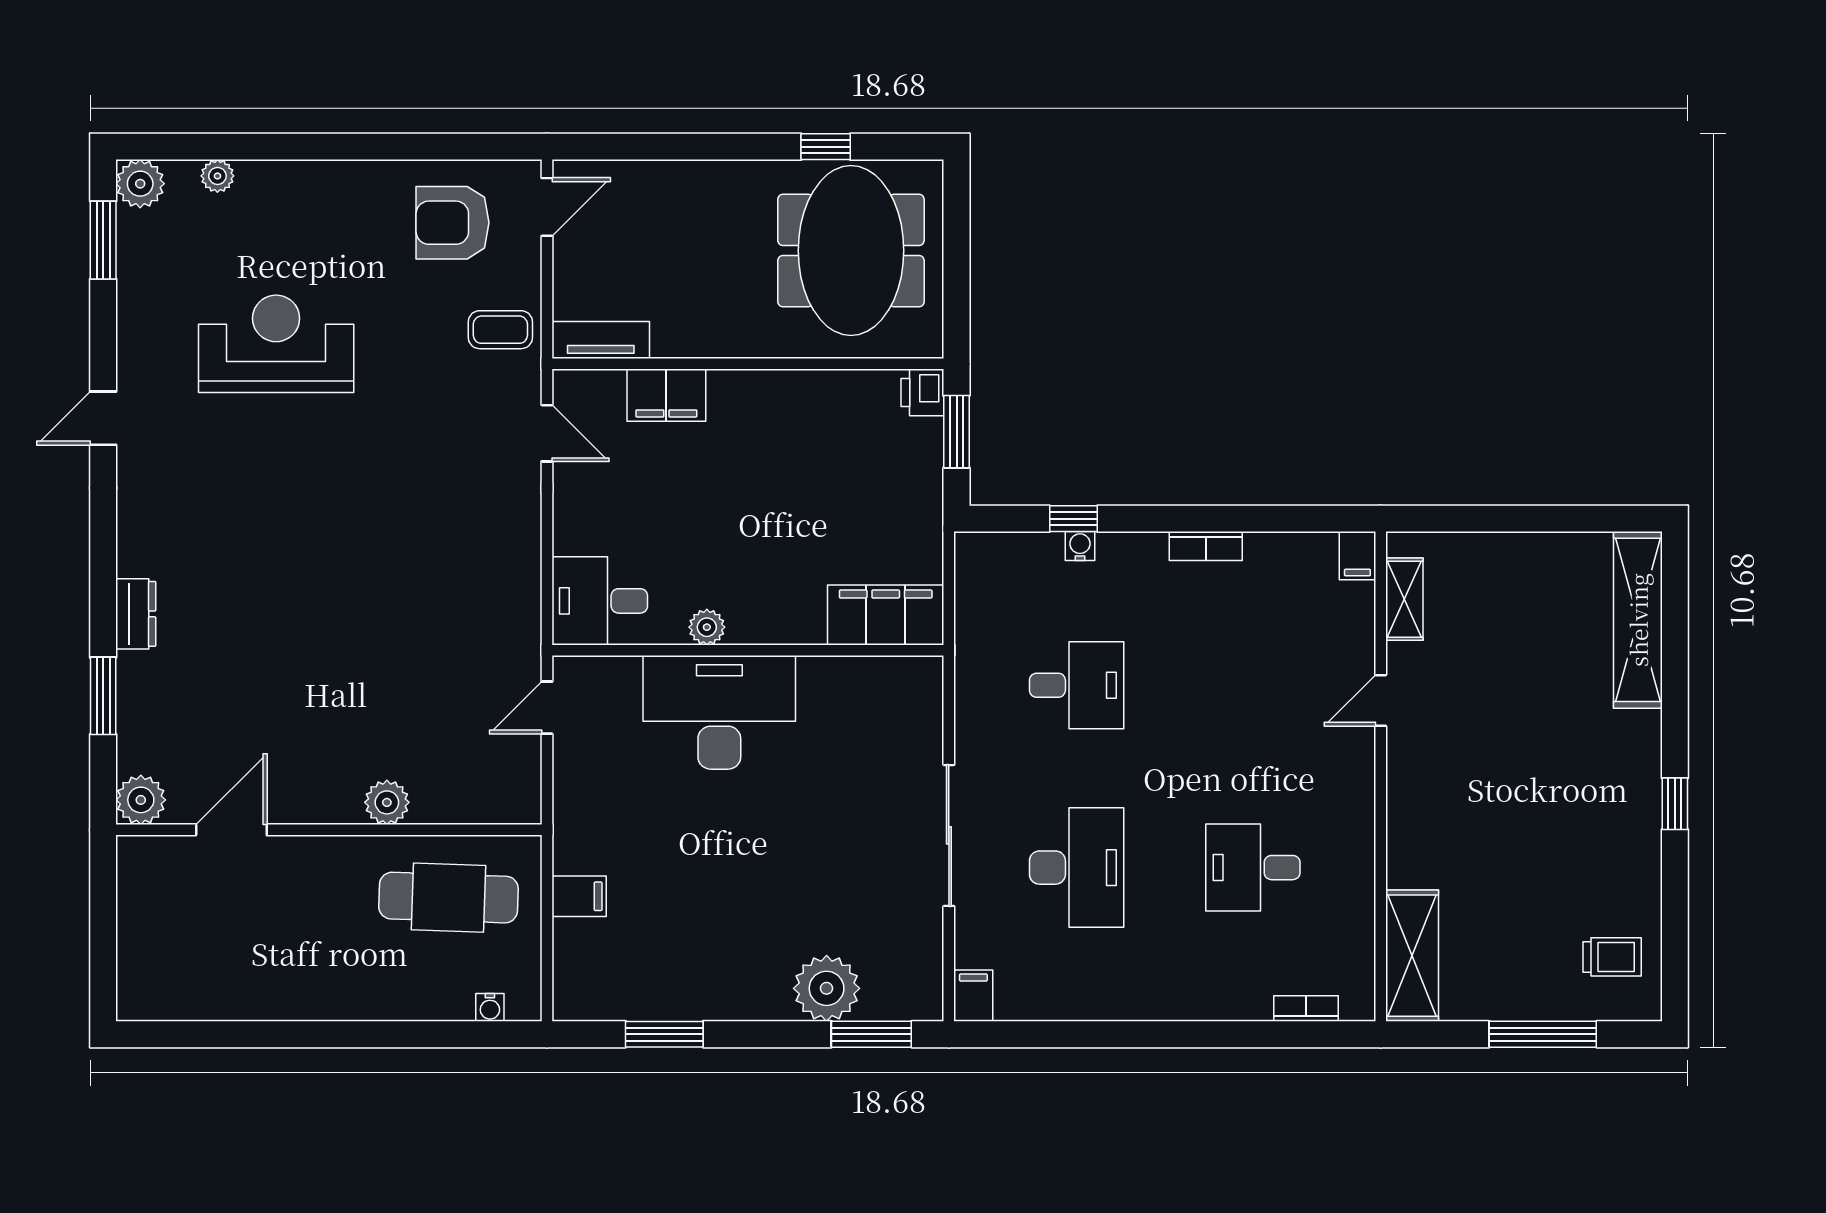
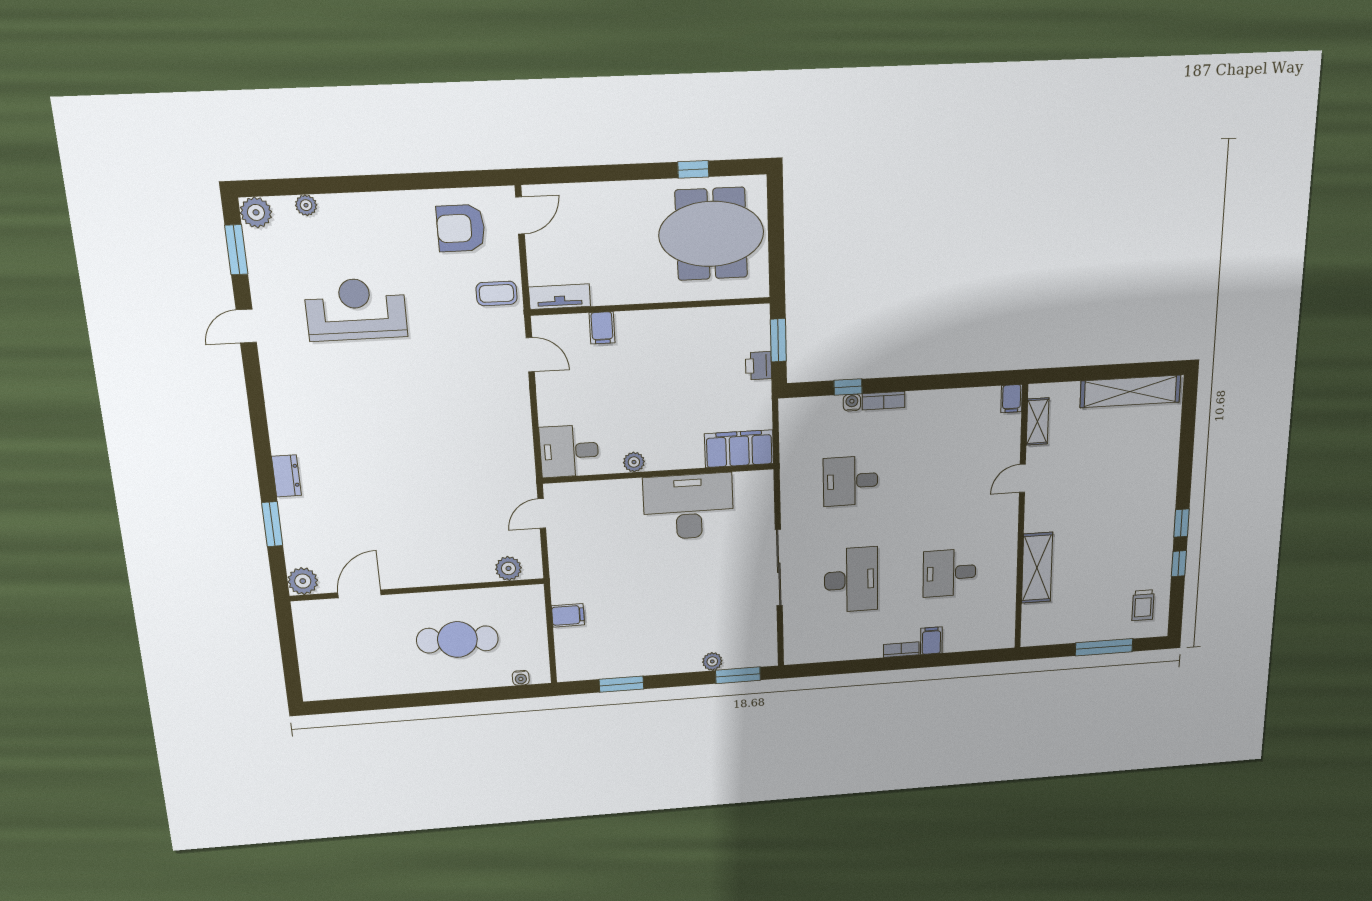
meeting table: (851, 251) -> (711, 234), turned 90
printer: (922, 392) -> (758, 366), moved
filing cabinet: (666, 395) -> (602, 328), width x0.50
door: (103, 418) -> (246, 326), moved
bookcase: (1206, 546) -> (884, 401), moved
shelving: (1638, 620) -> (1130, 391), moved, turned 90
desk: (1077, 685) -> (850, 481), turned 180
desk: (719, 712) -> (688, 507), moved
plant: (387, 802) -> (508, 568), moved
window: (1675, 881) -> (1179, 564), added
cafe table: (448, 898) -> (457, 639), moved
shelving: (1412, 956) -> (1037, 568), moved
trolley: (1612, 957) -> (1143, 605), turned 90
plant: (827, 988) -> (712, 661), width x0.53, depth x0.53
filing cabinet: (973, 996) -> (931, 641), moved
bookcase: (1306, 1009) -> (901, 650), moved

